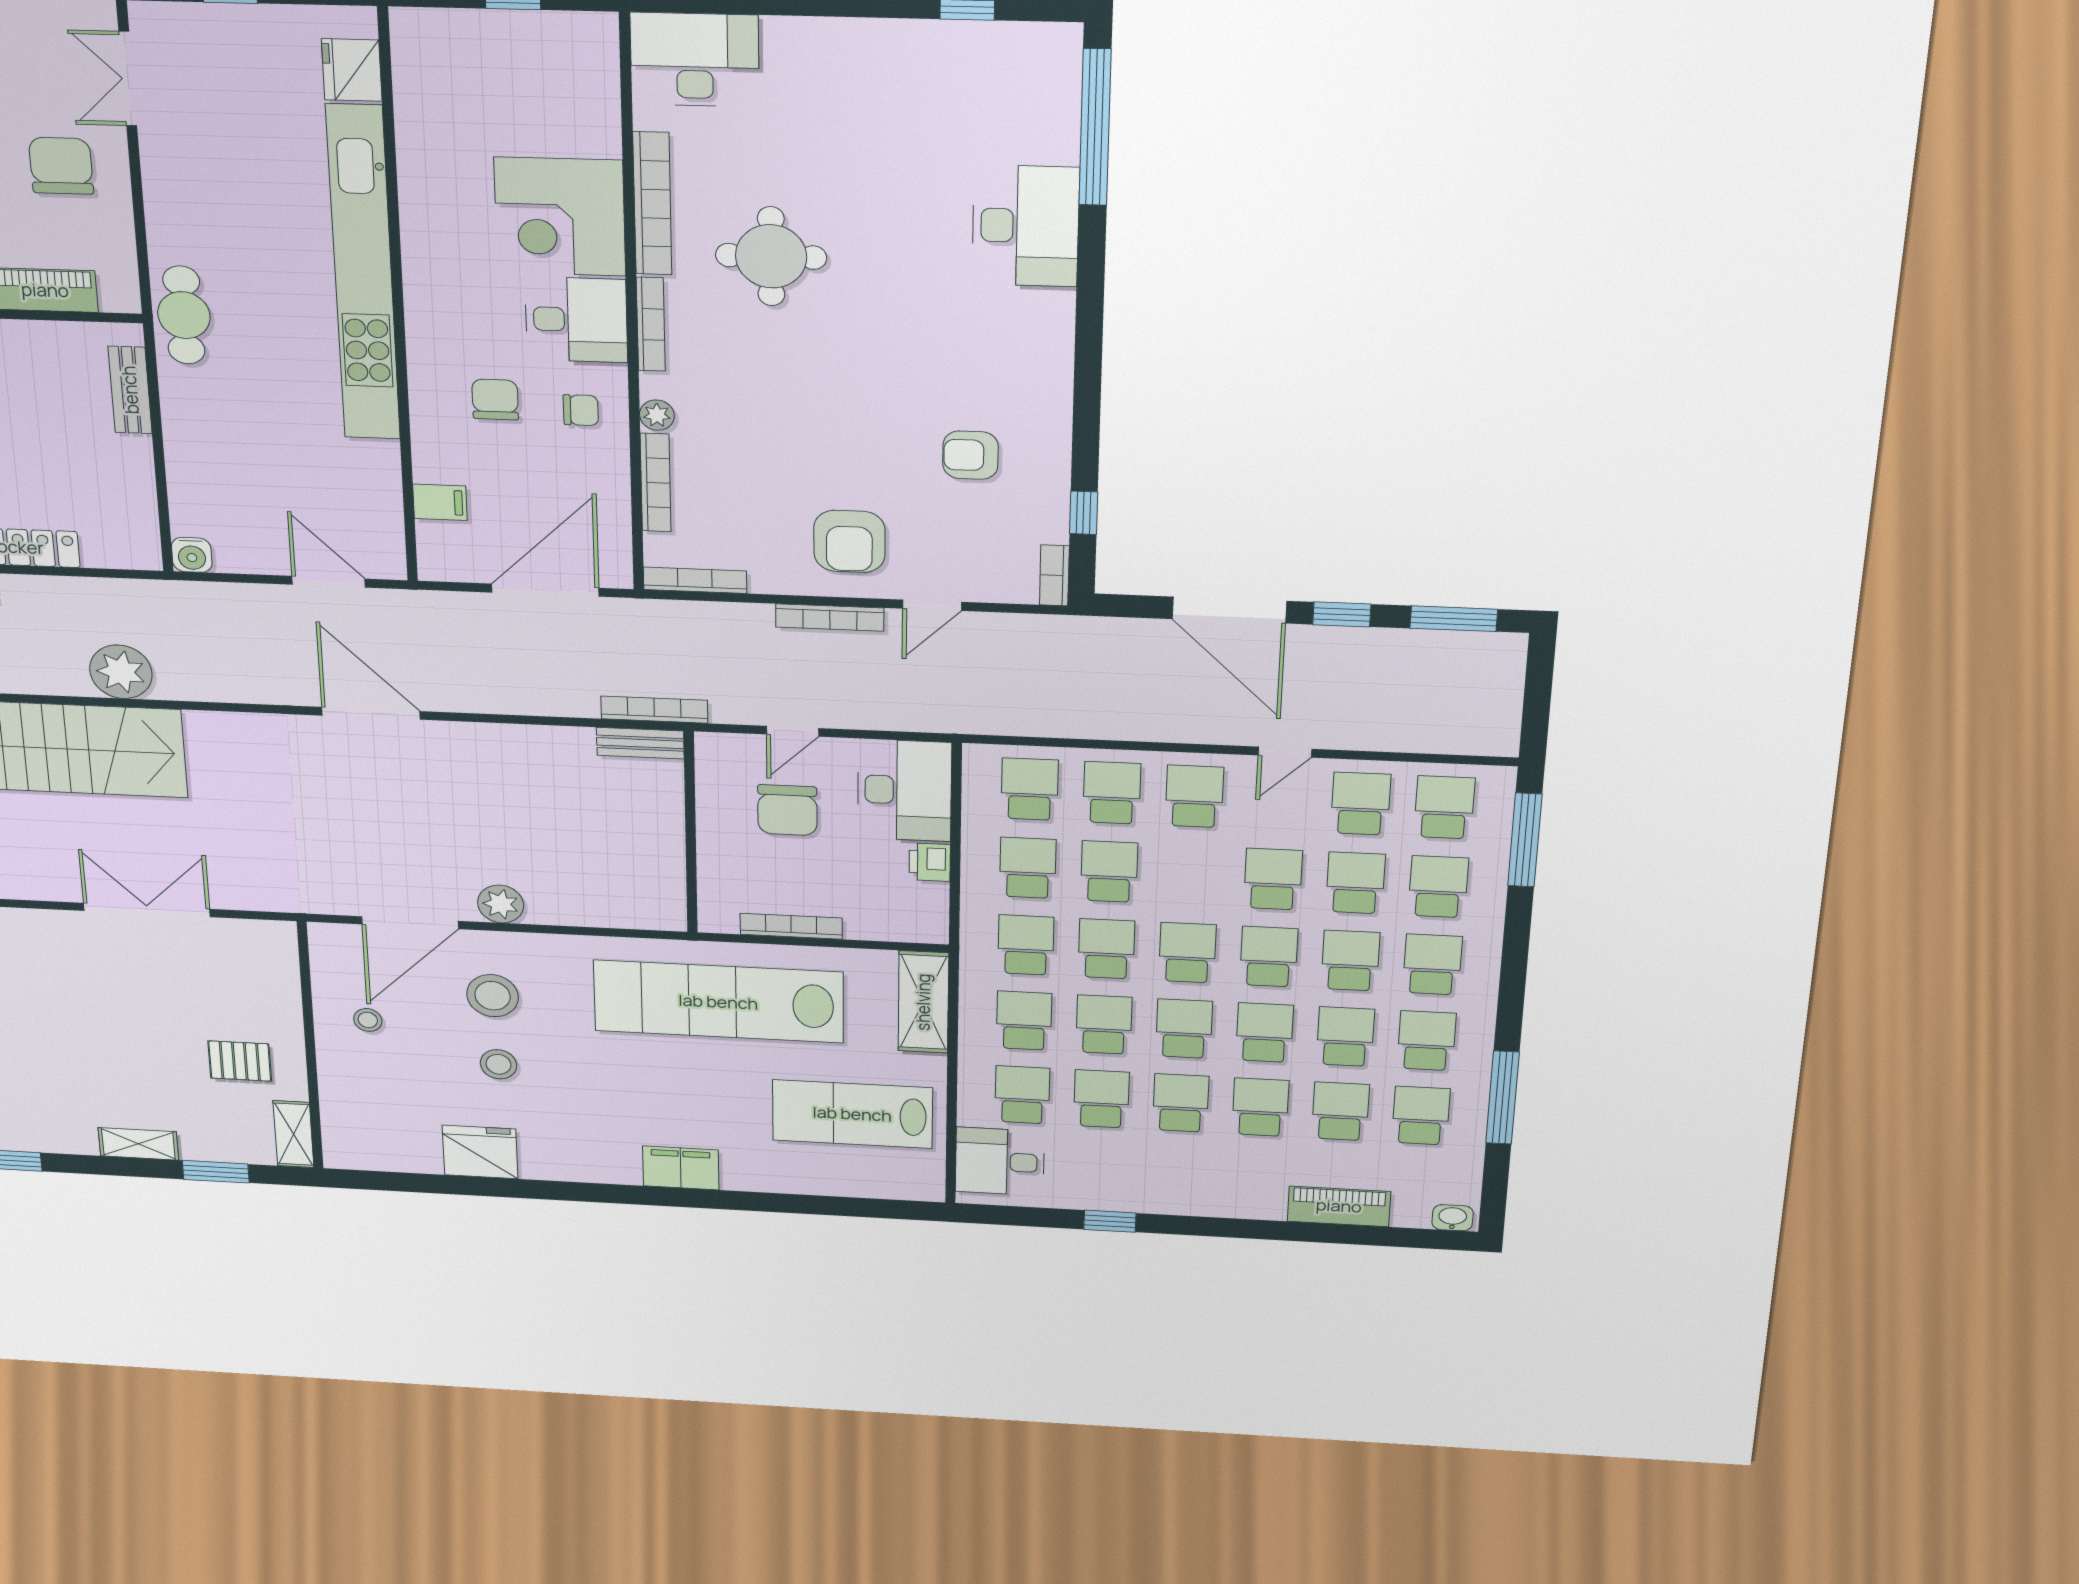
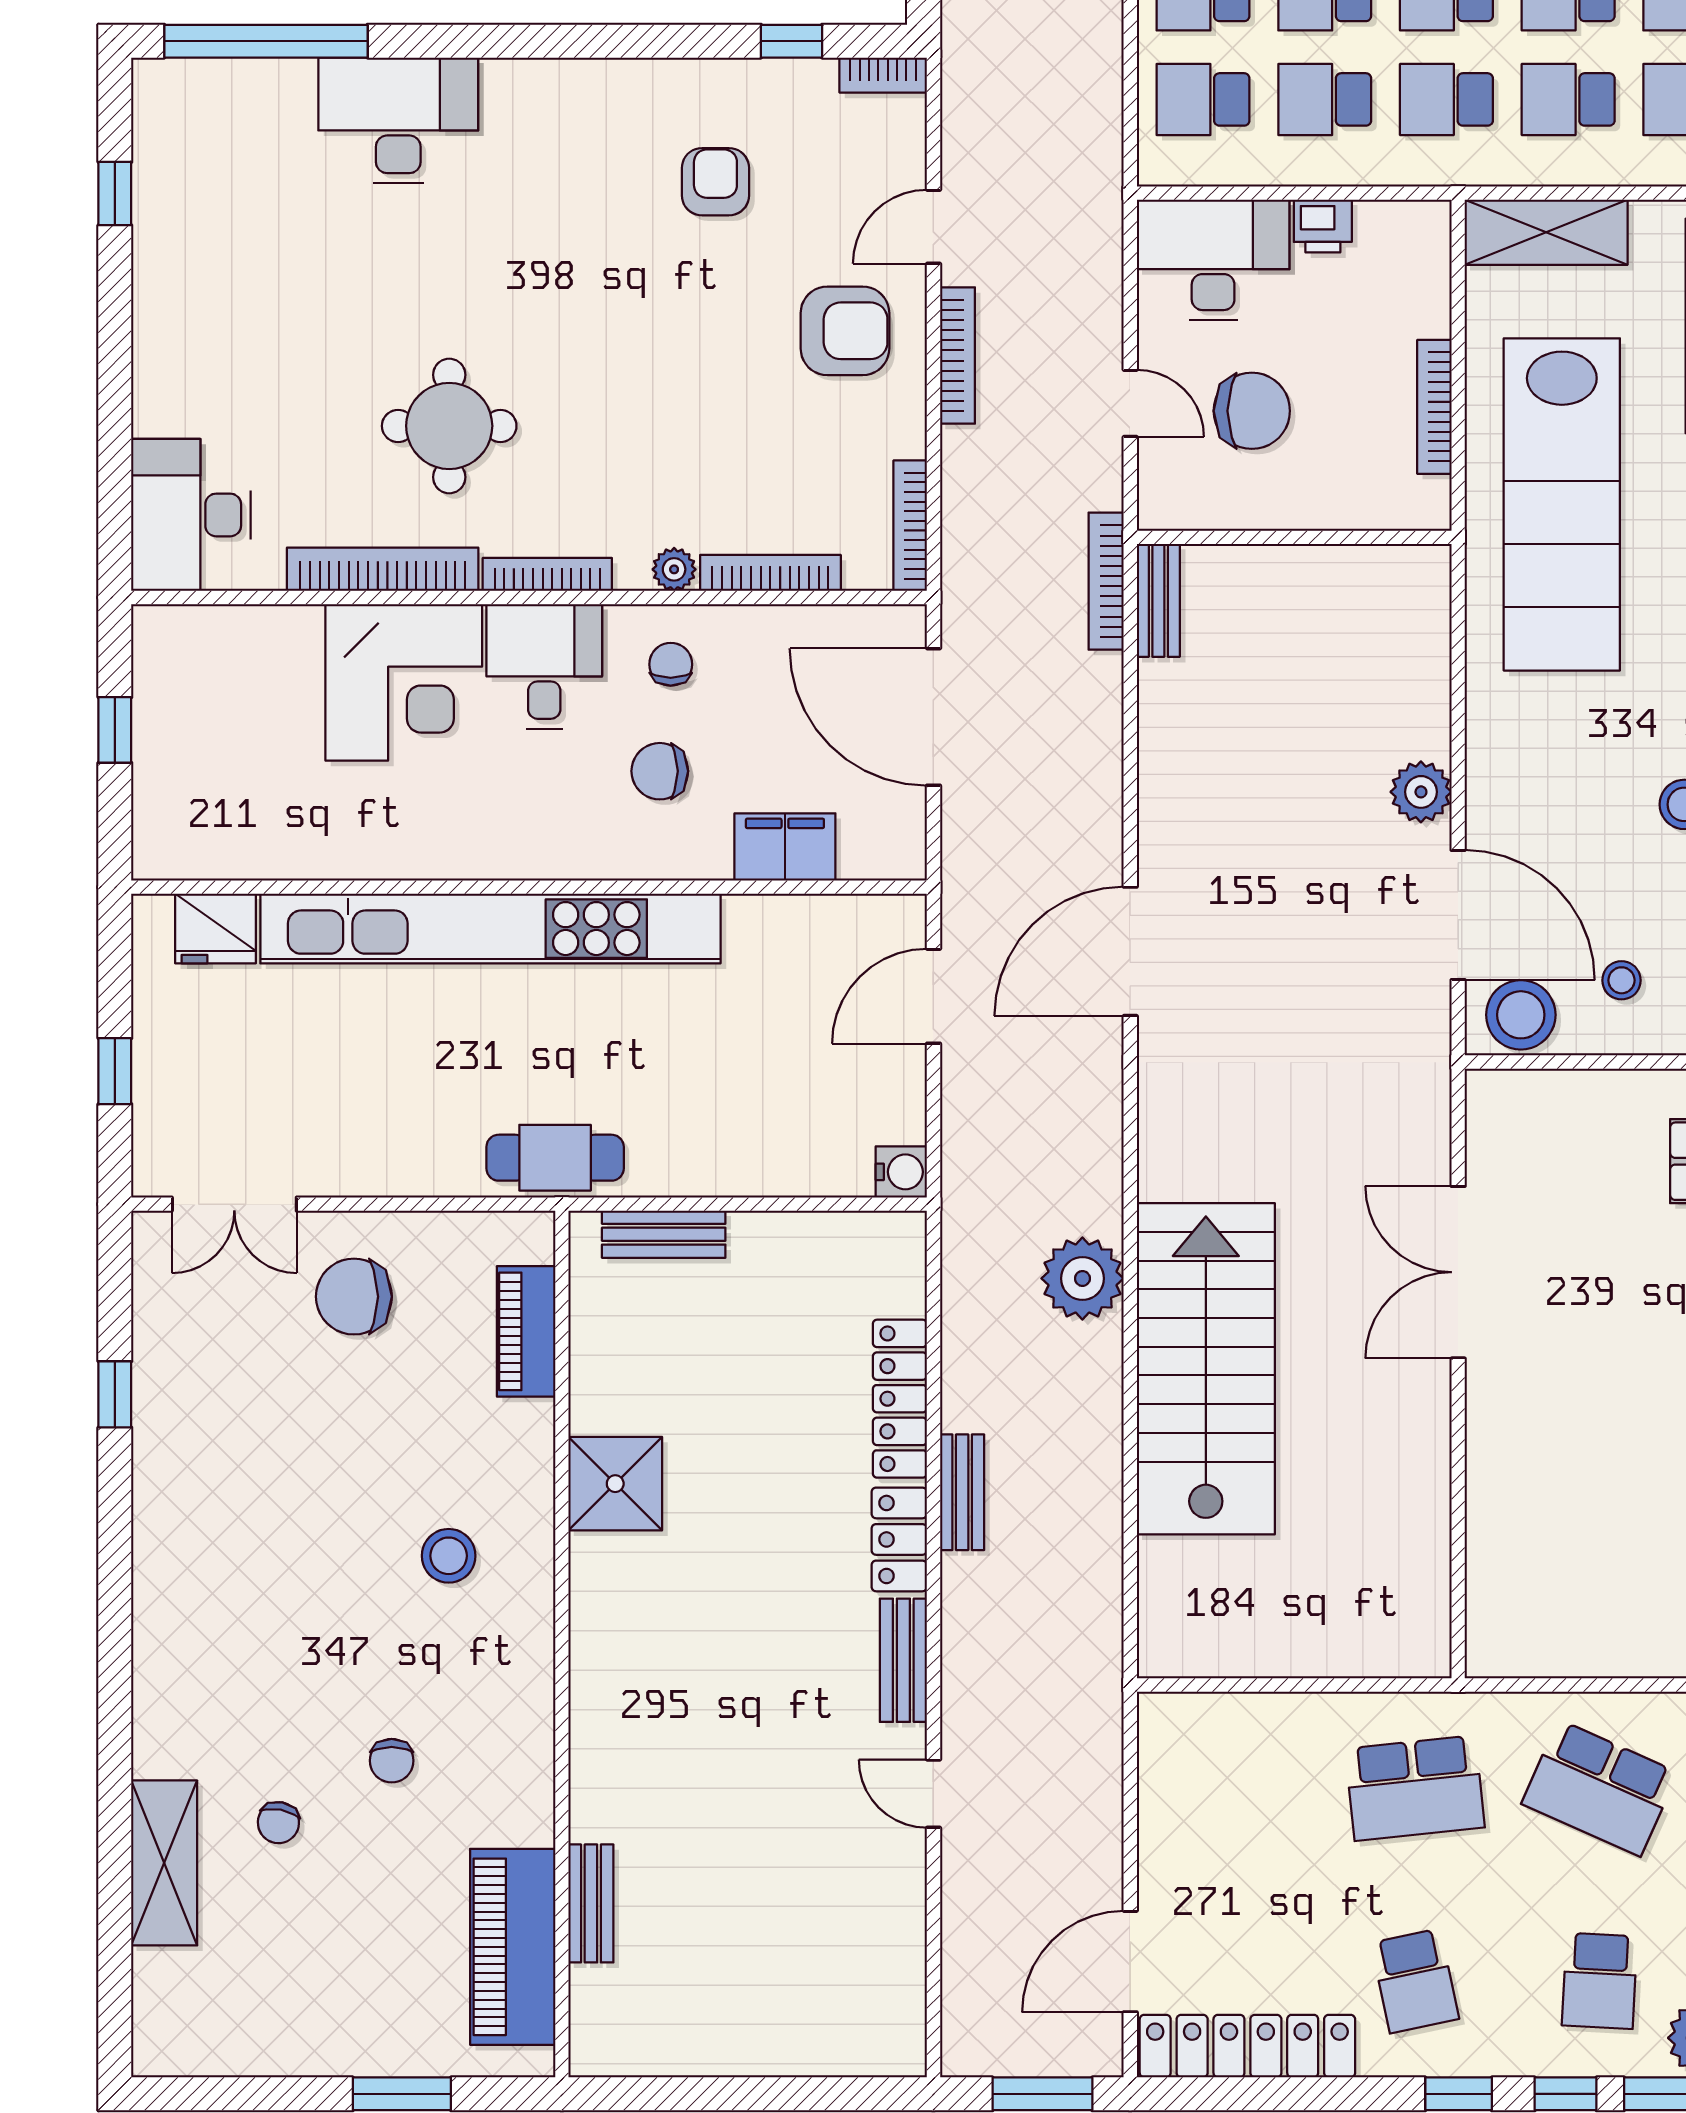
armchair: (970, 455) -> (715, 182), turned 180
filing cabinet: (440, 502) -> (785, 847), width x2.00
door: (932, 605) -> (933, 227), swing flipped
stool: (493, 996) -> (1521, 1015), moved

